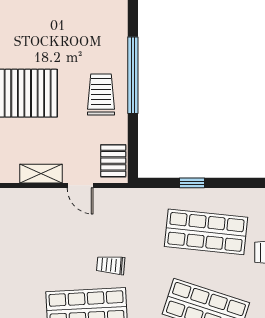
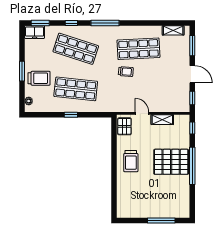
window: (133, 75) -> (114, 171), removed
window: (192, 183) -> (71, 115), moved

